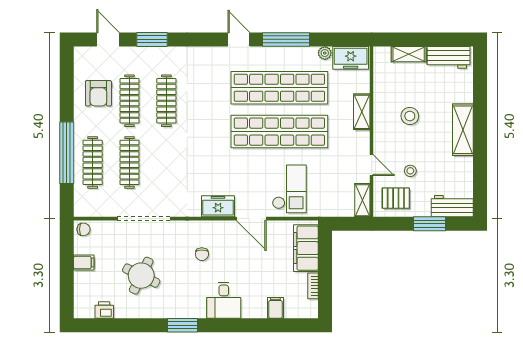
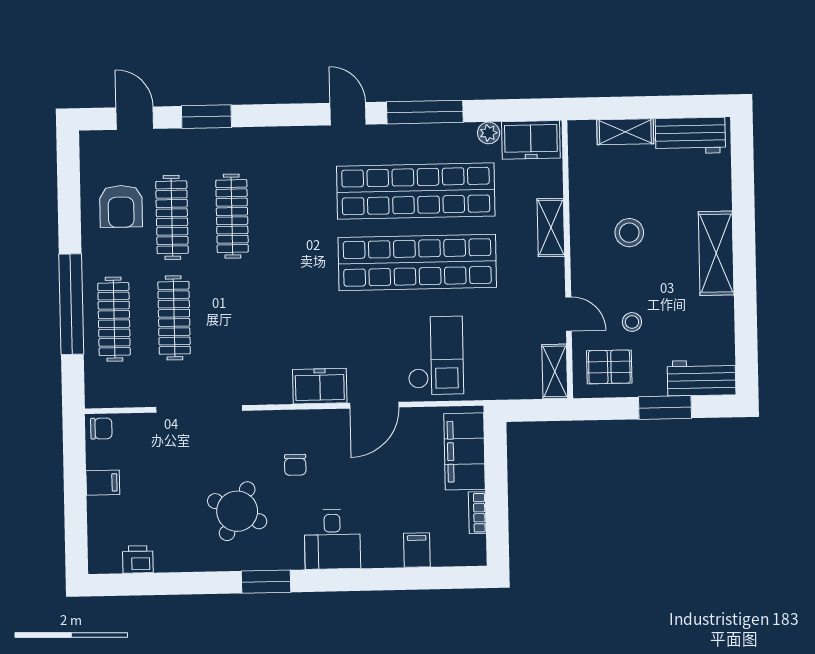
door: (251, 219) -> (374, 405), hinge flipped
round table: (141, 276) -> (237, 511), moved

